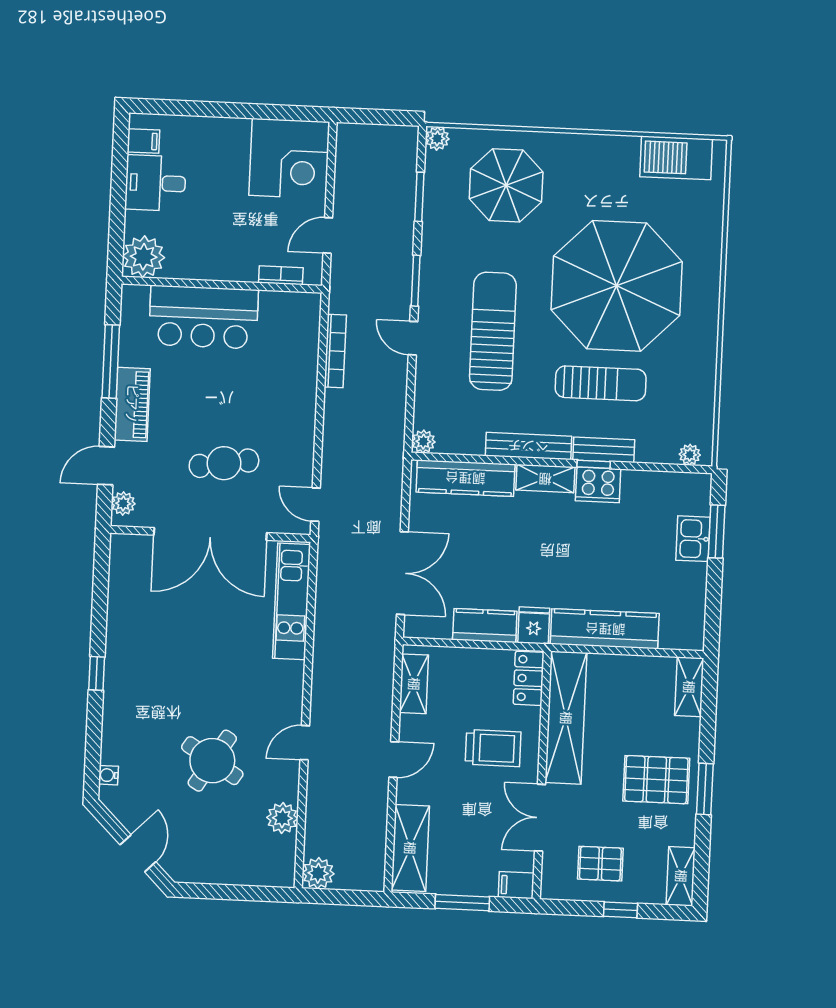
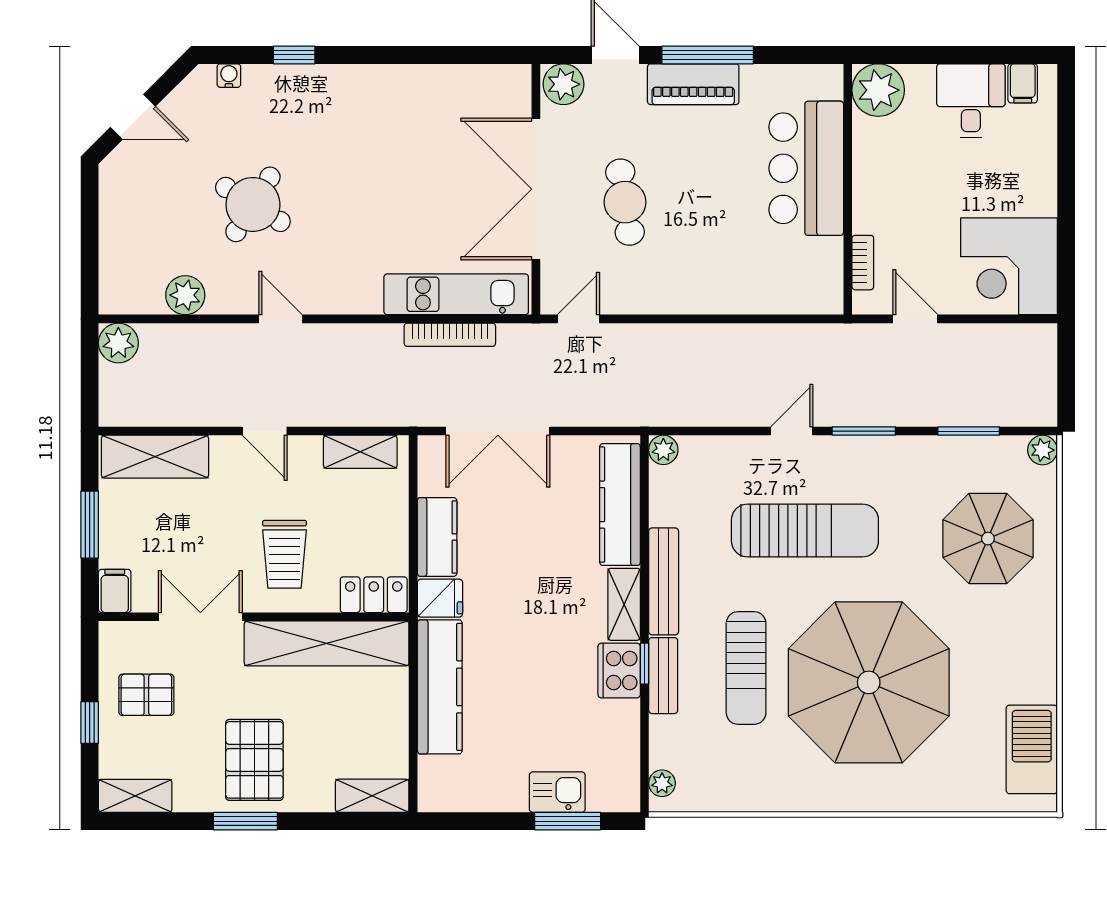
bookcase: (335, 351) -> (450, 335), moved
window: (111, 361) -> (708, 55), moved
plant: (123, 503) -> (563, 84), width x1.38, depth x1.38
window: (97, 673) -> (294, 55), moved
pallet: (600, 864) -> (146, 695), turned 90

